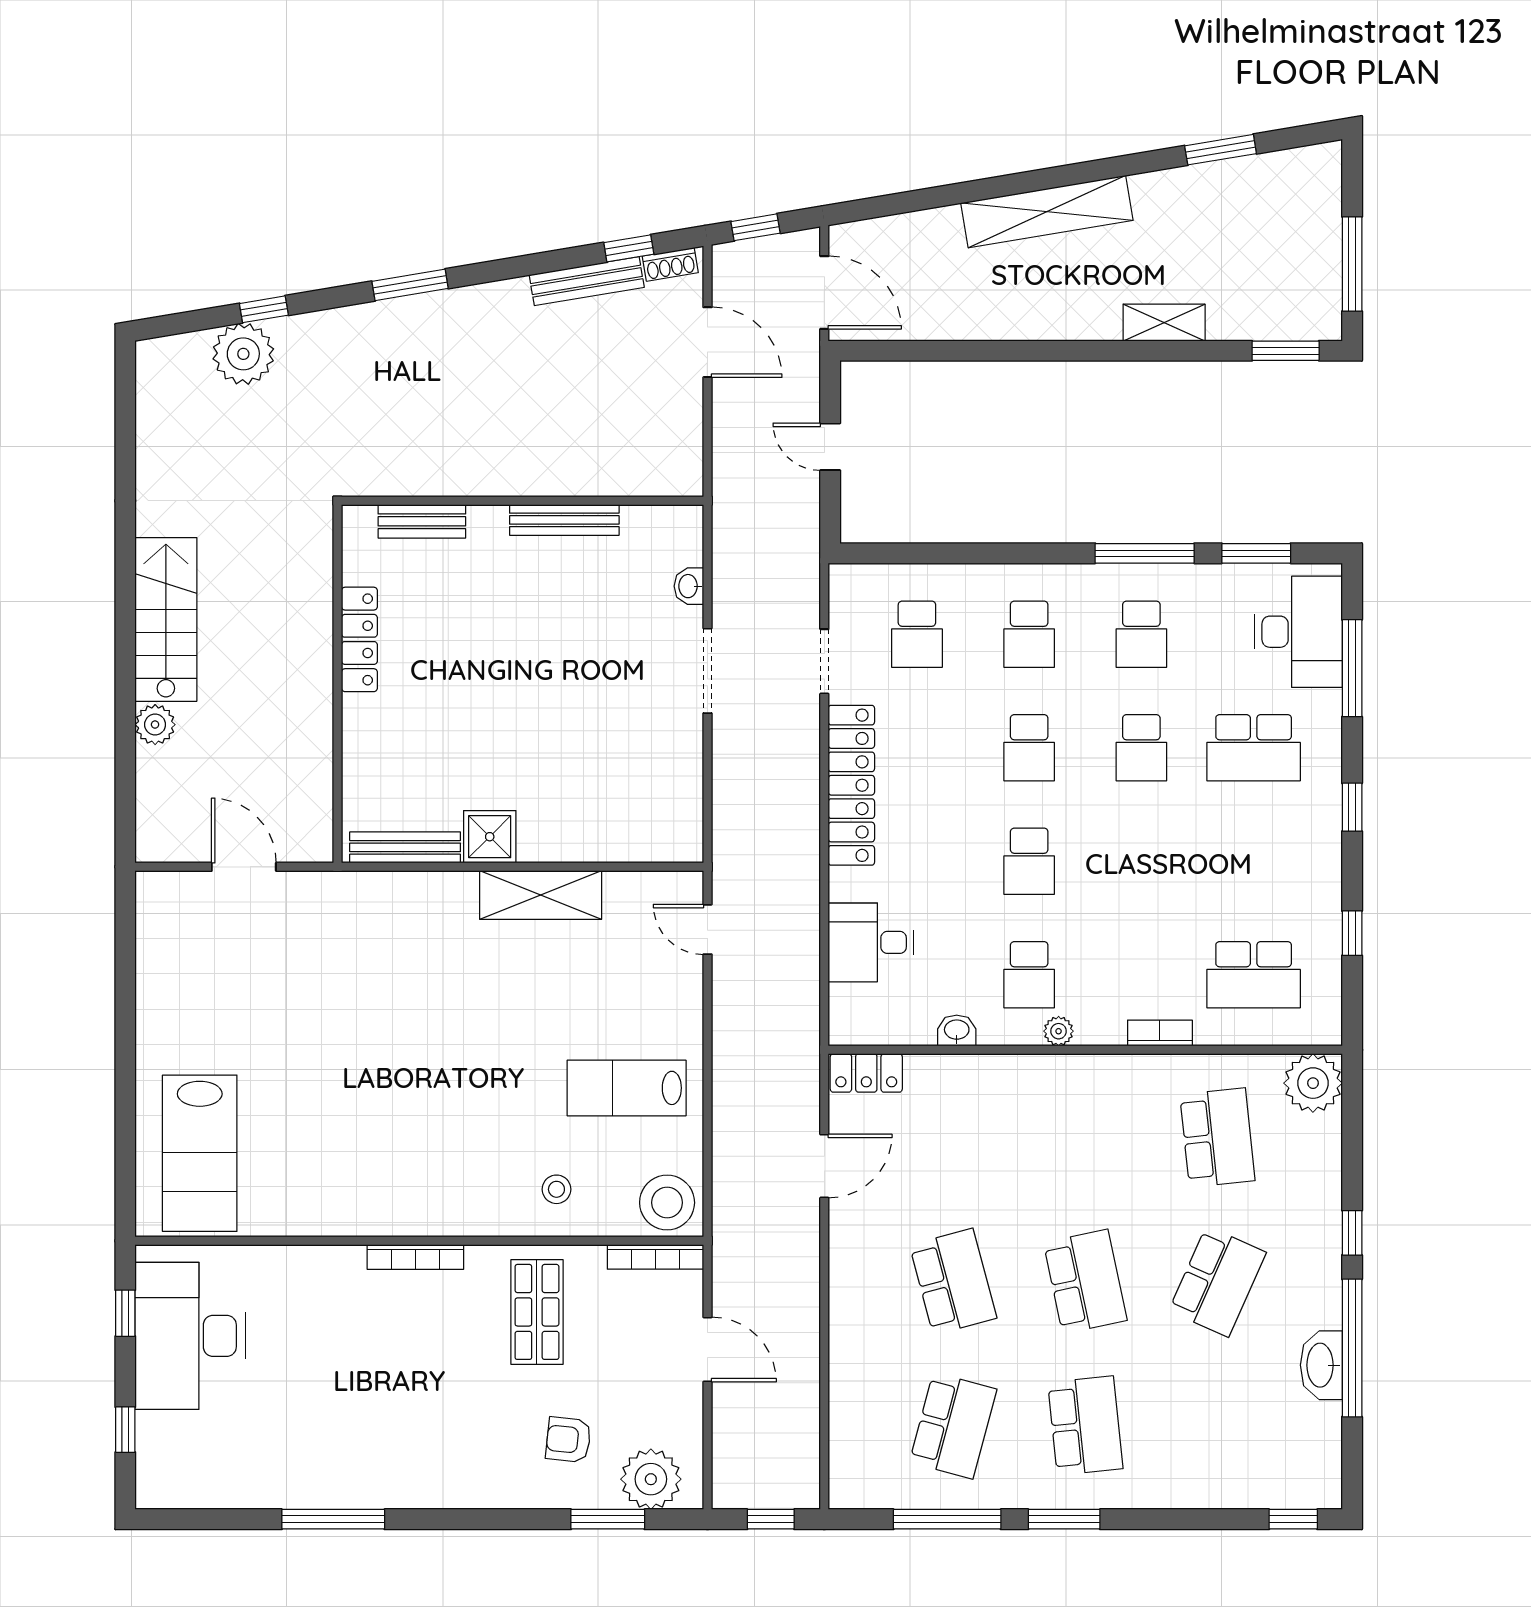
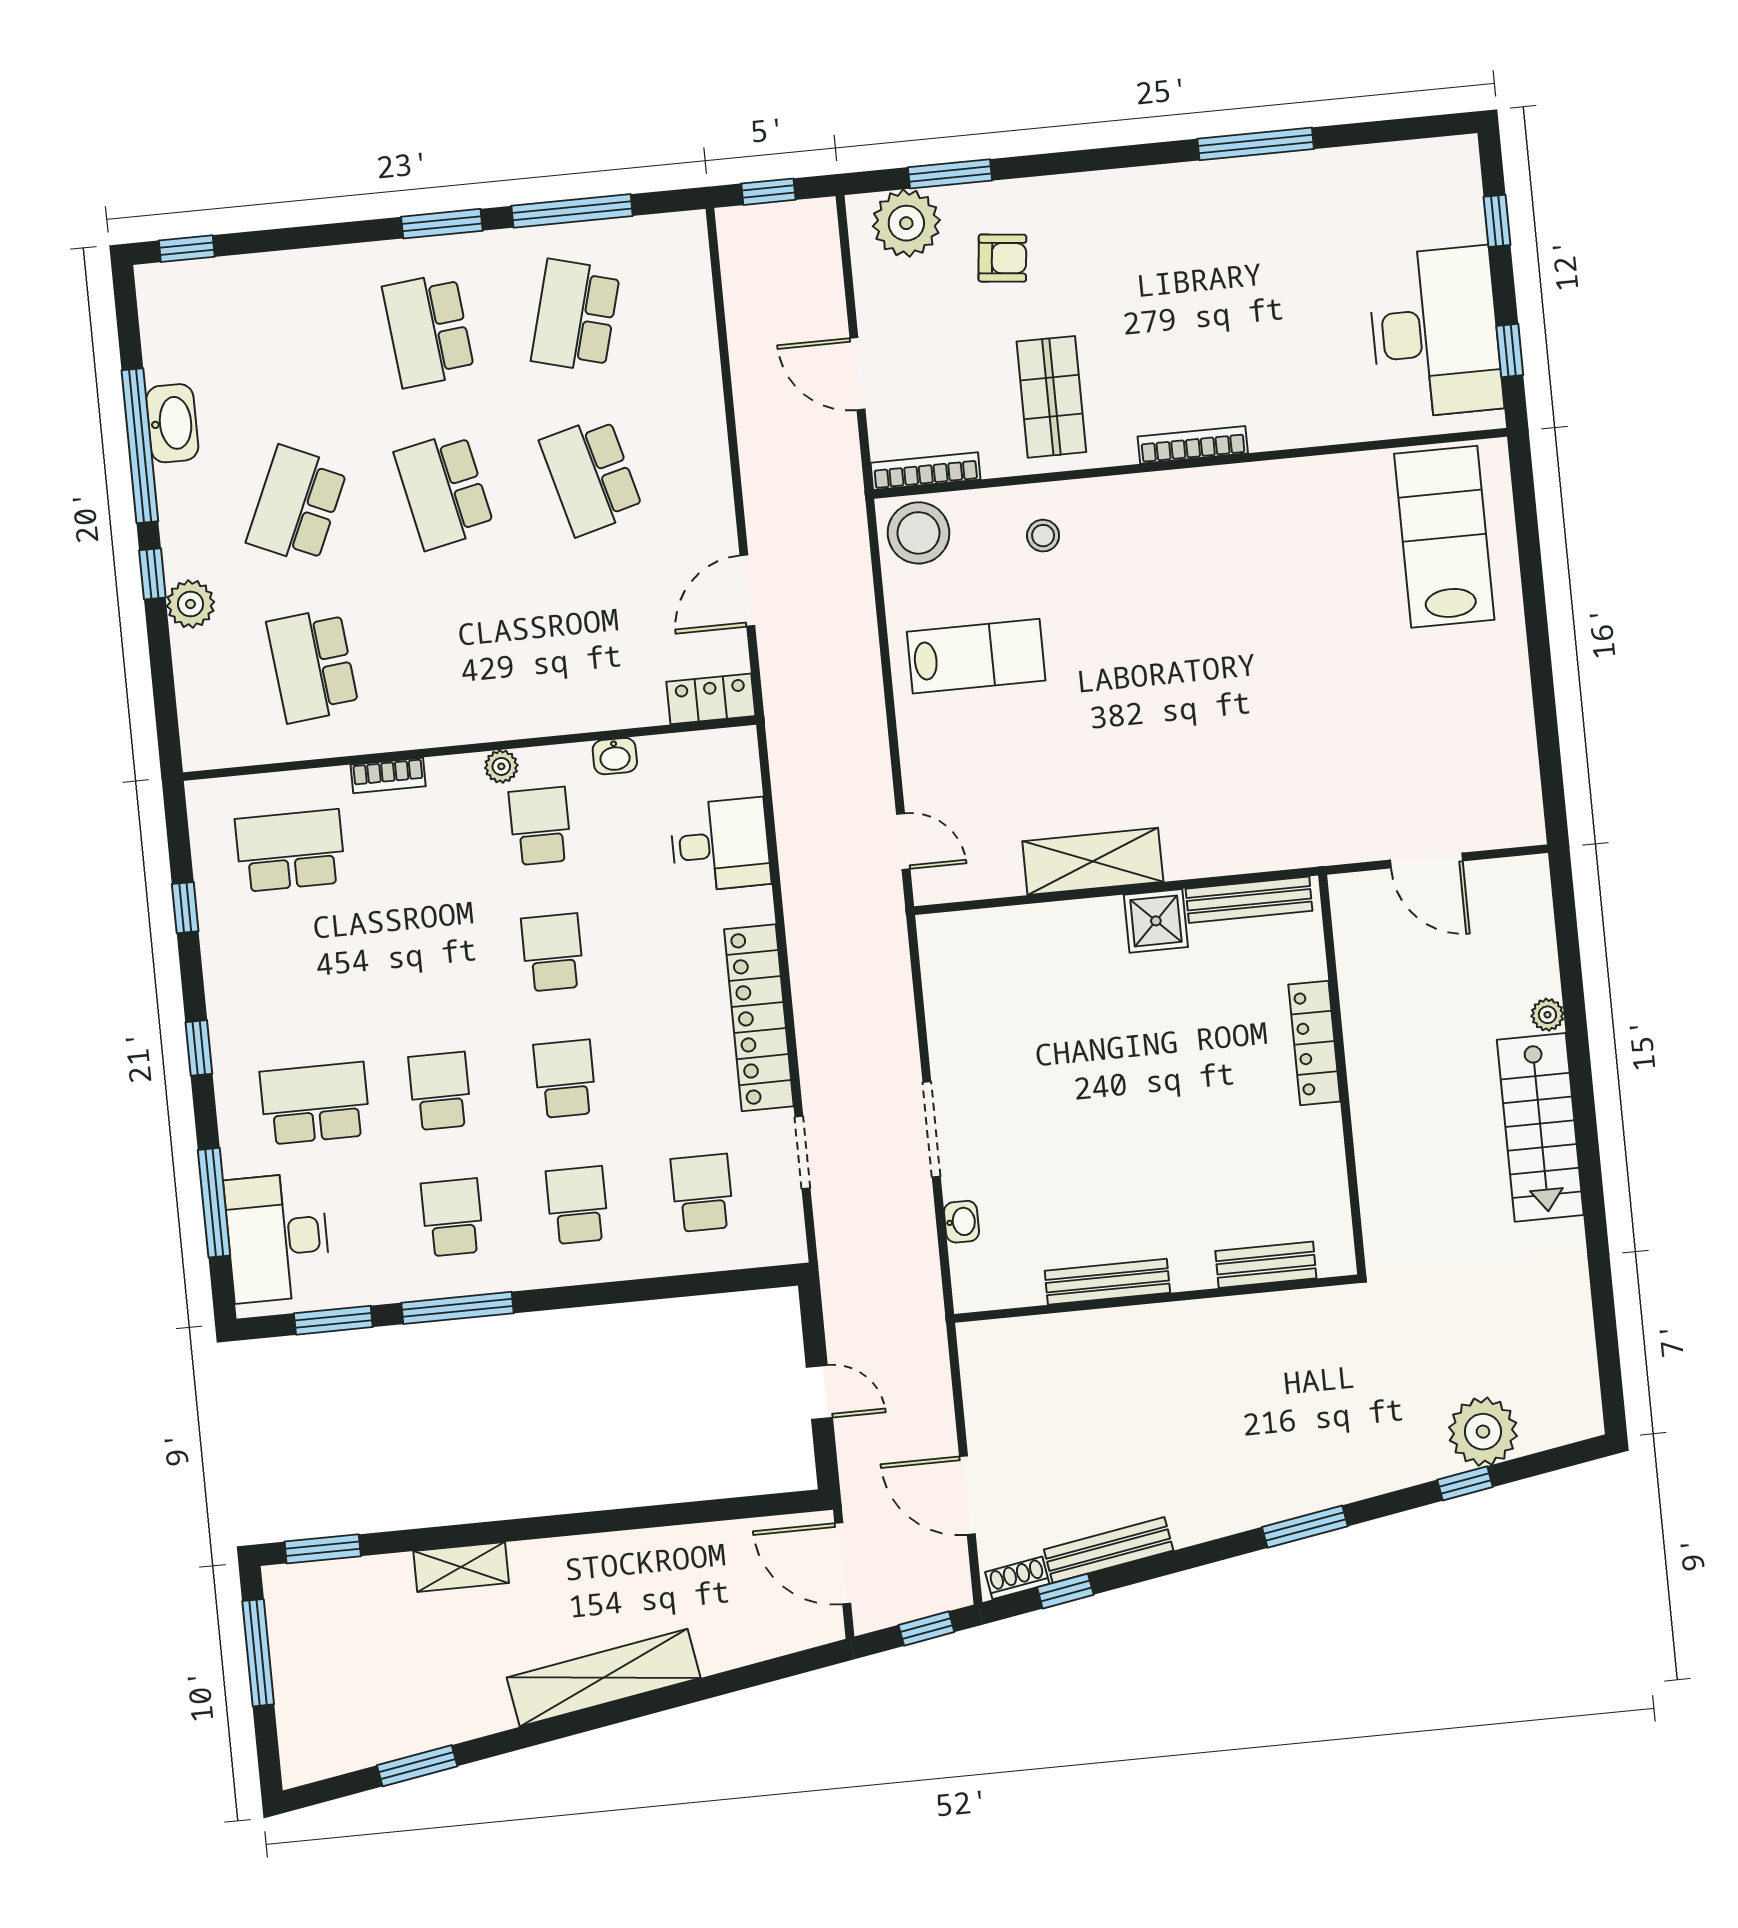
locker: (359, 639) -> (1314, 1043), moved
plant: (155, 725) -> (1547, 1015), width x0.73, depth x0.73
plant: (1313, 1083) -> (191, 604), moved, width x0.73, depth x0.73

